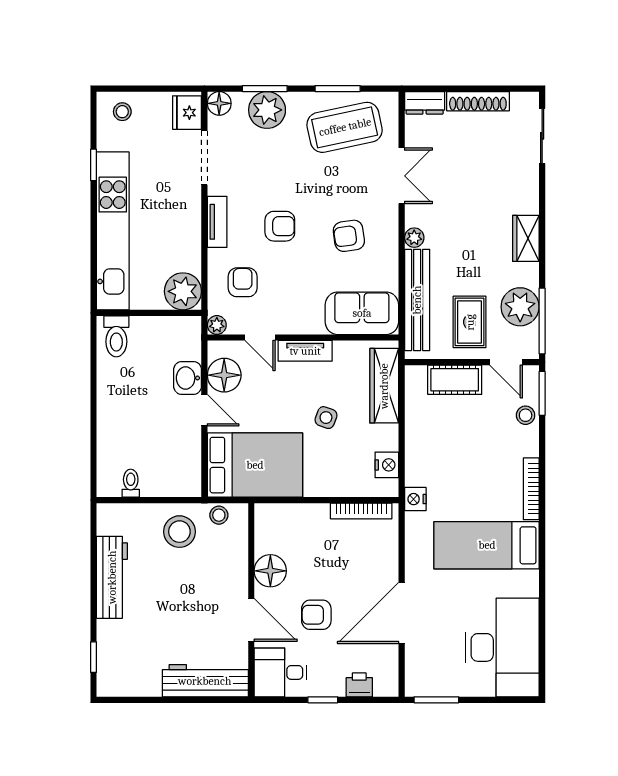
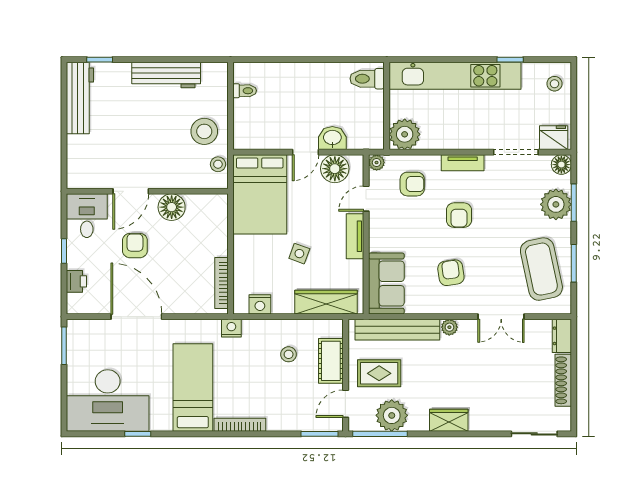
stool: (526, 415) -> (289, 354), moved
window: (542, 611) -> (138, 434), added
workbench: (205, 681) -> (80, 98), moved

